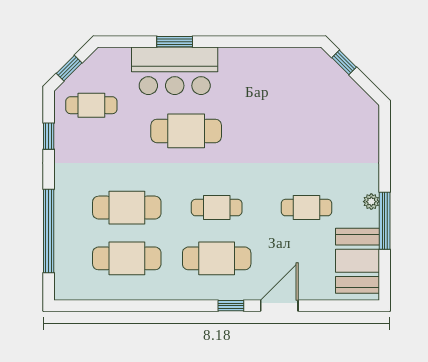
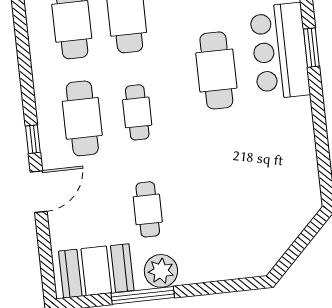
window: (344, 62) -> (309, 233), removed
plant: (371, 202) -> (161, 271), width x1.88, depth x1.88
door: (279, 306) -> (39, 192), hinge flipped

